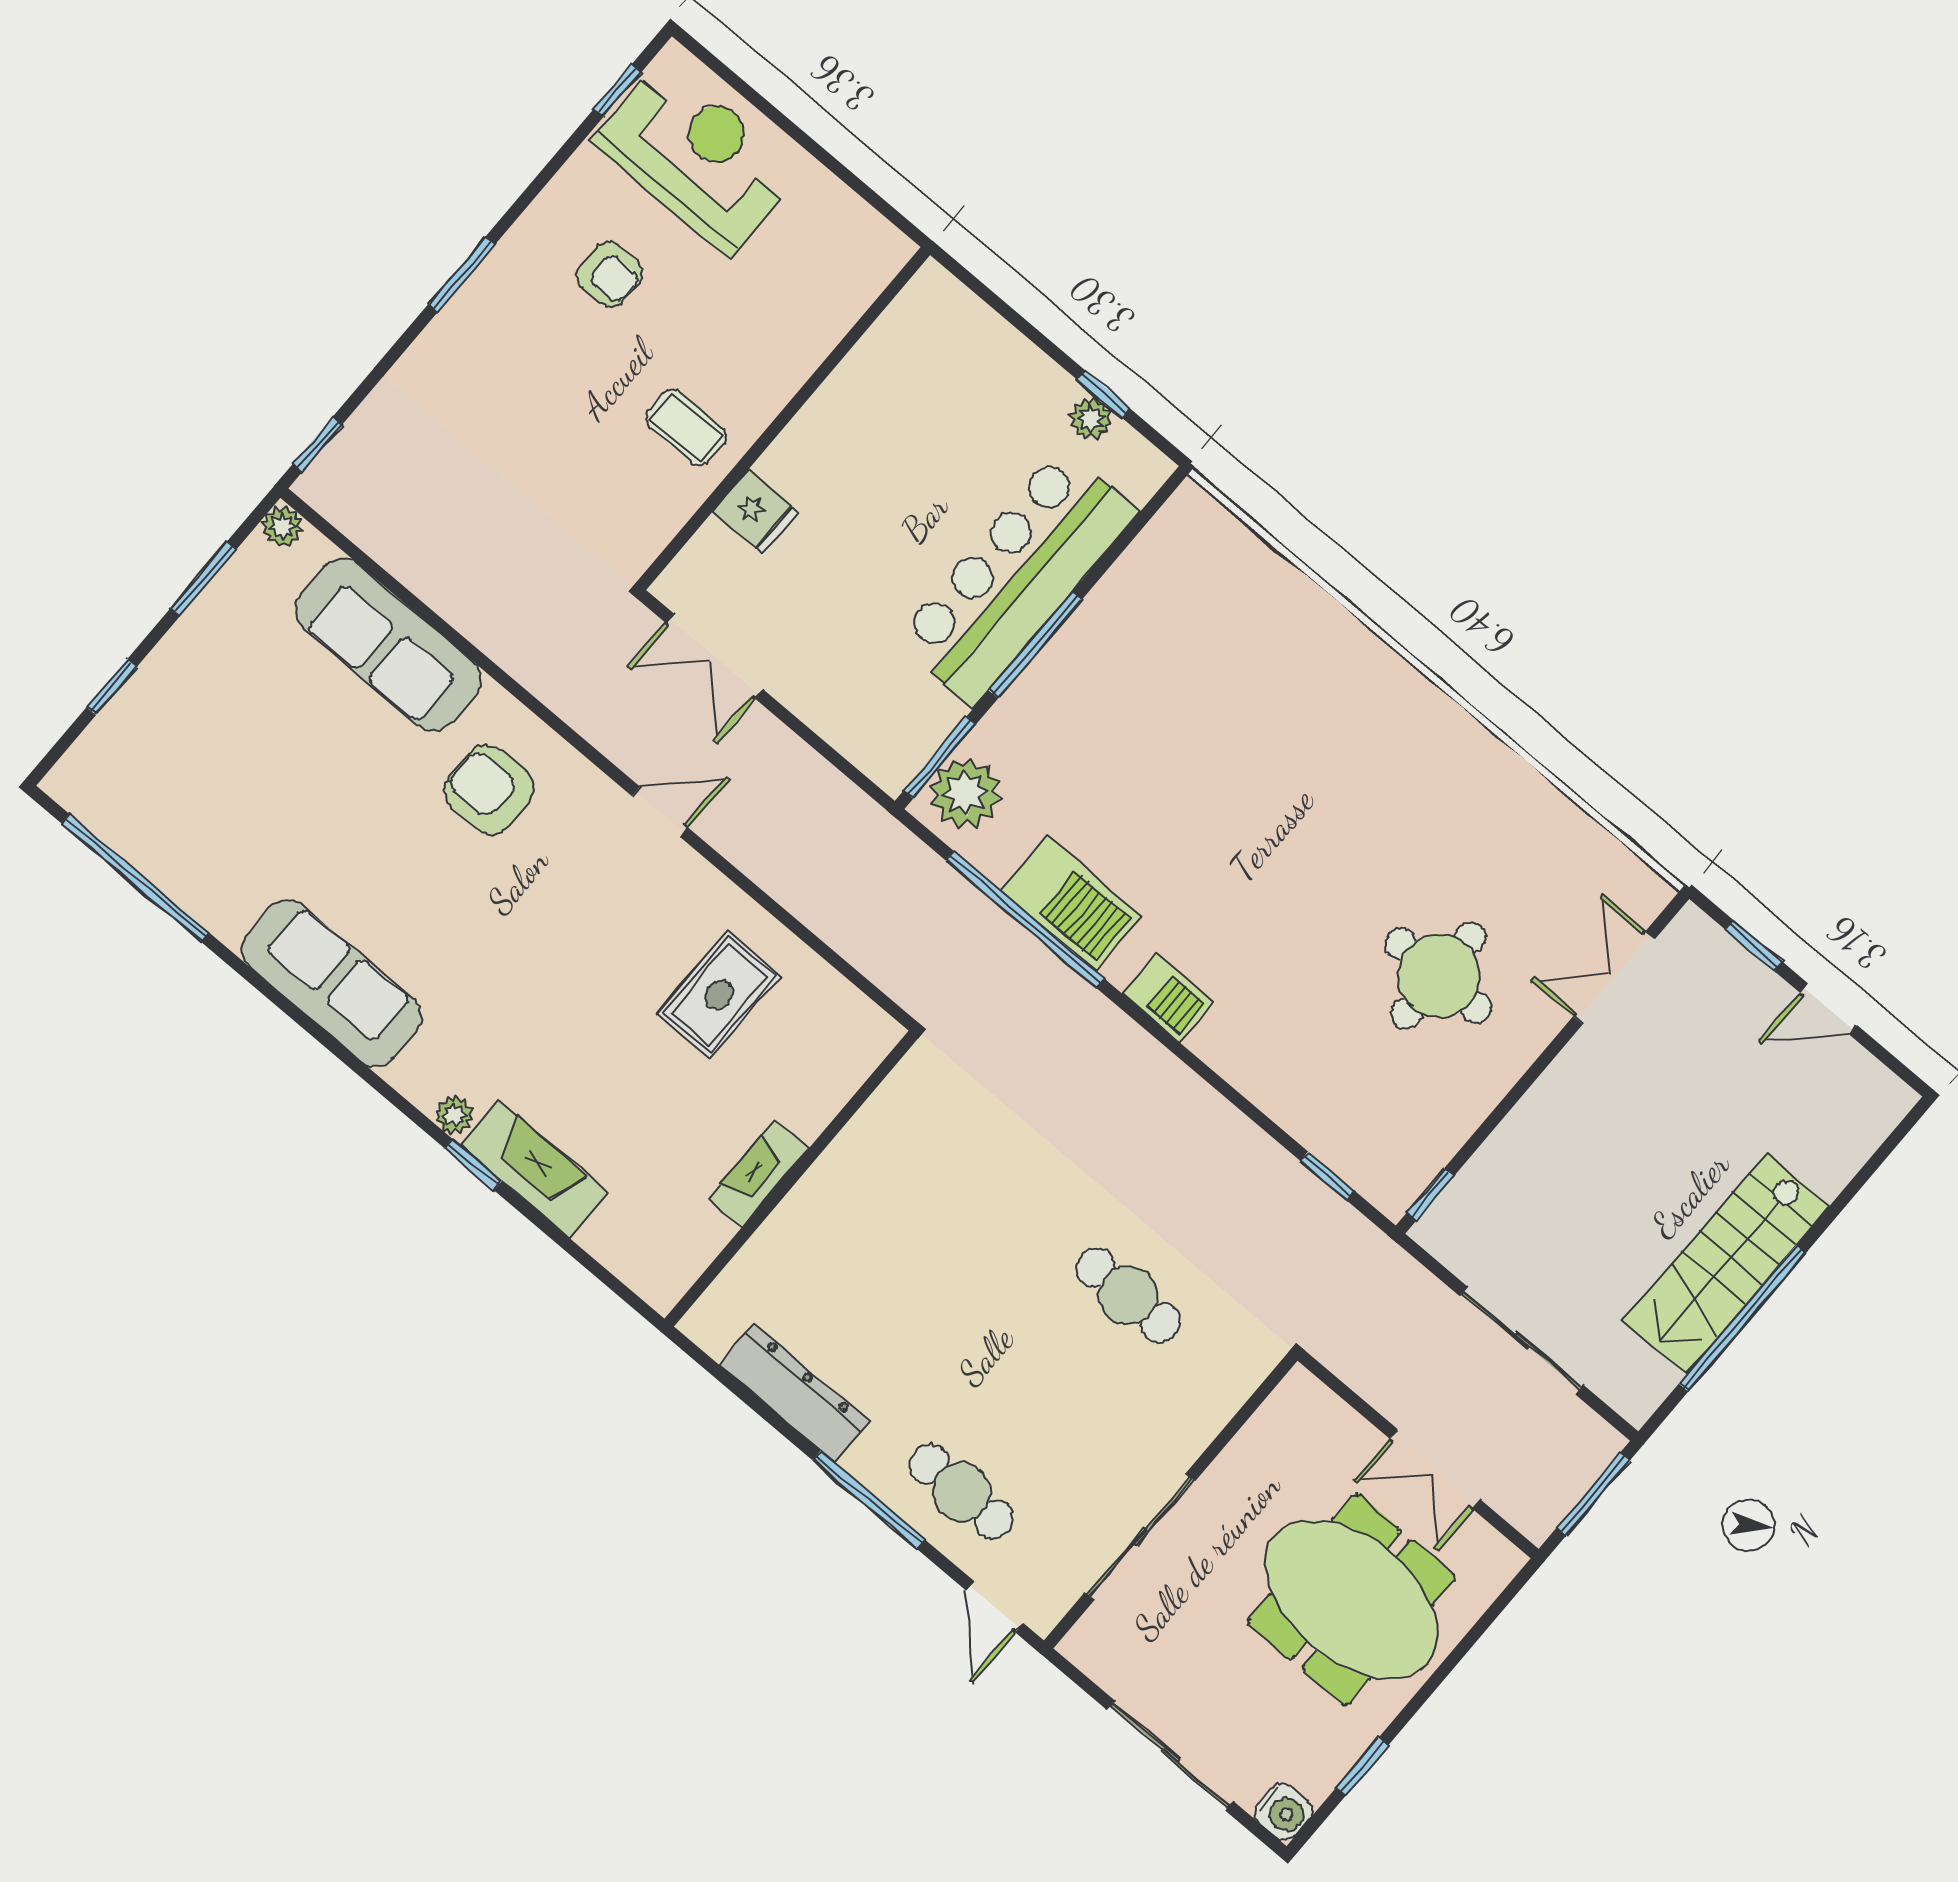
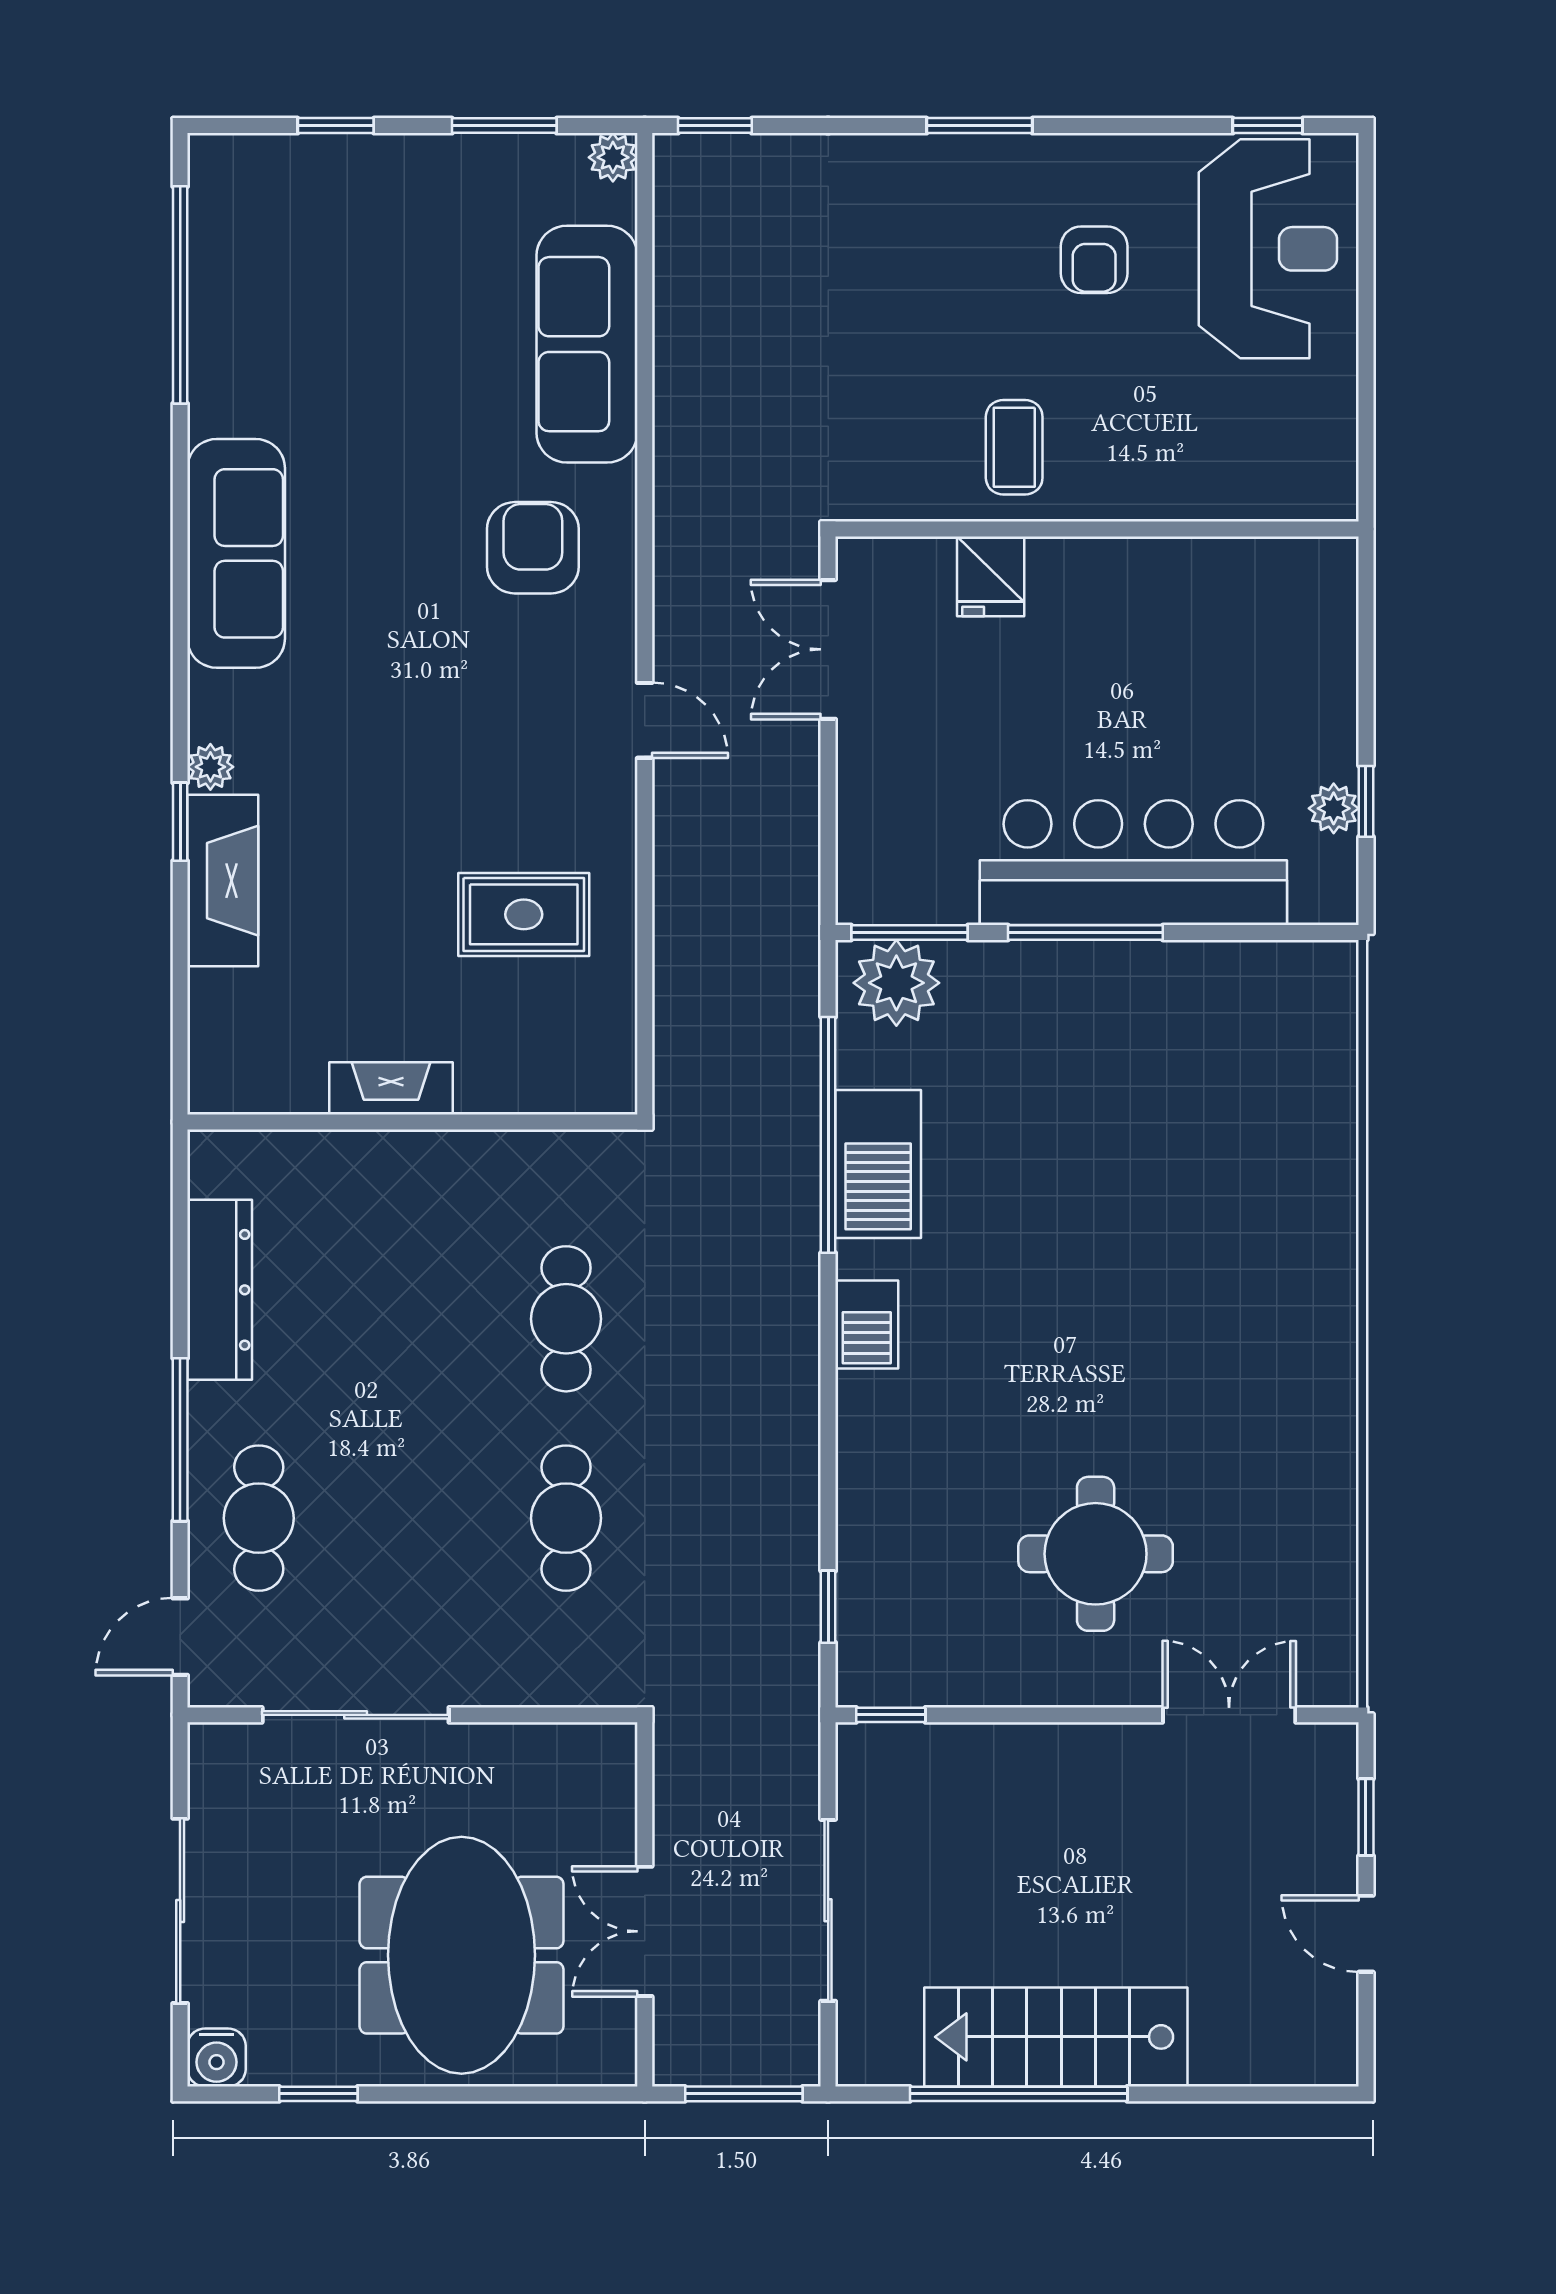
cafe table: (1001, 1187) -> (566, 1319), added

